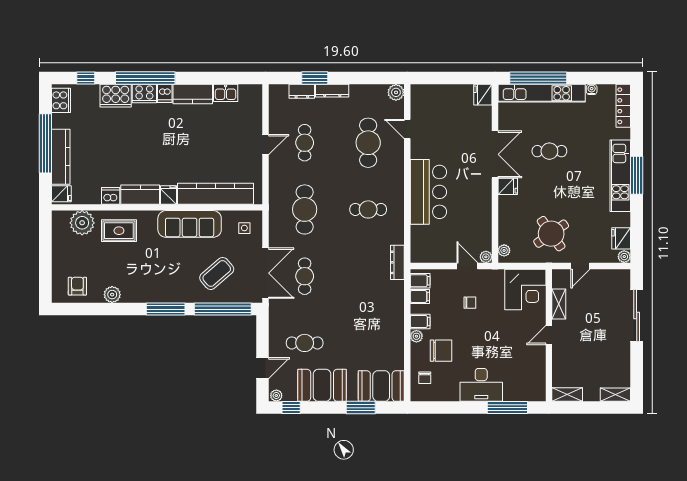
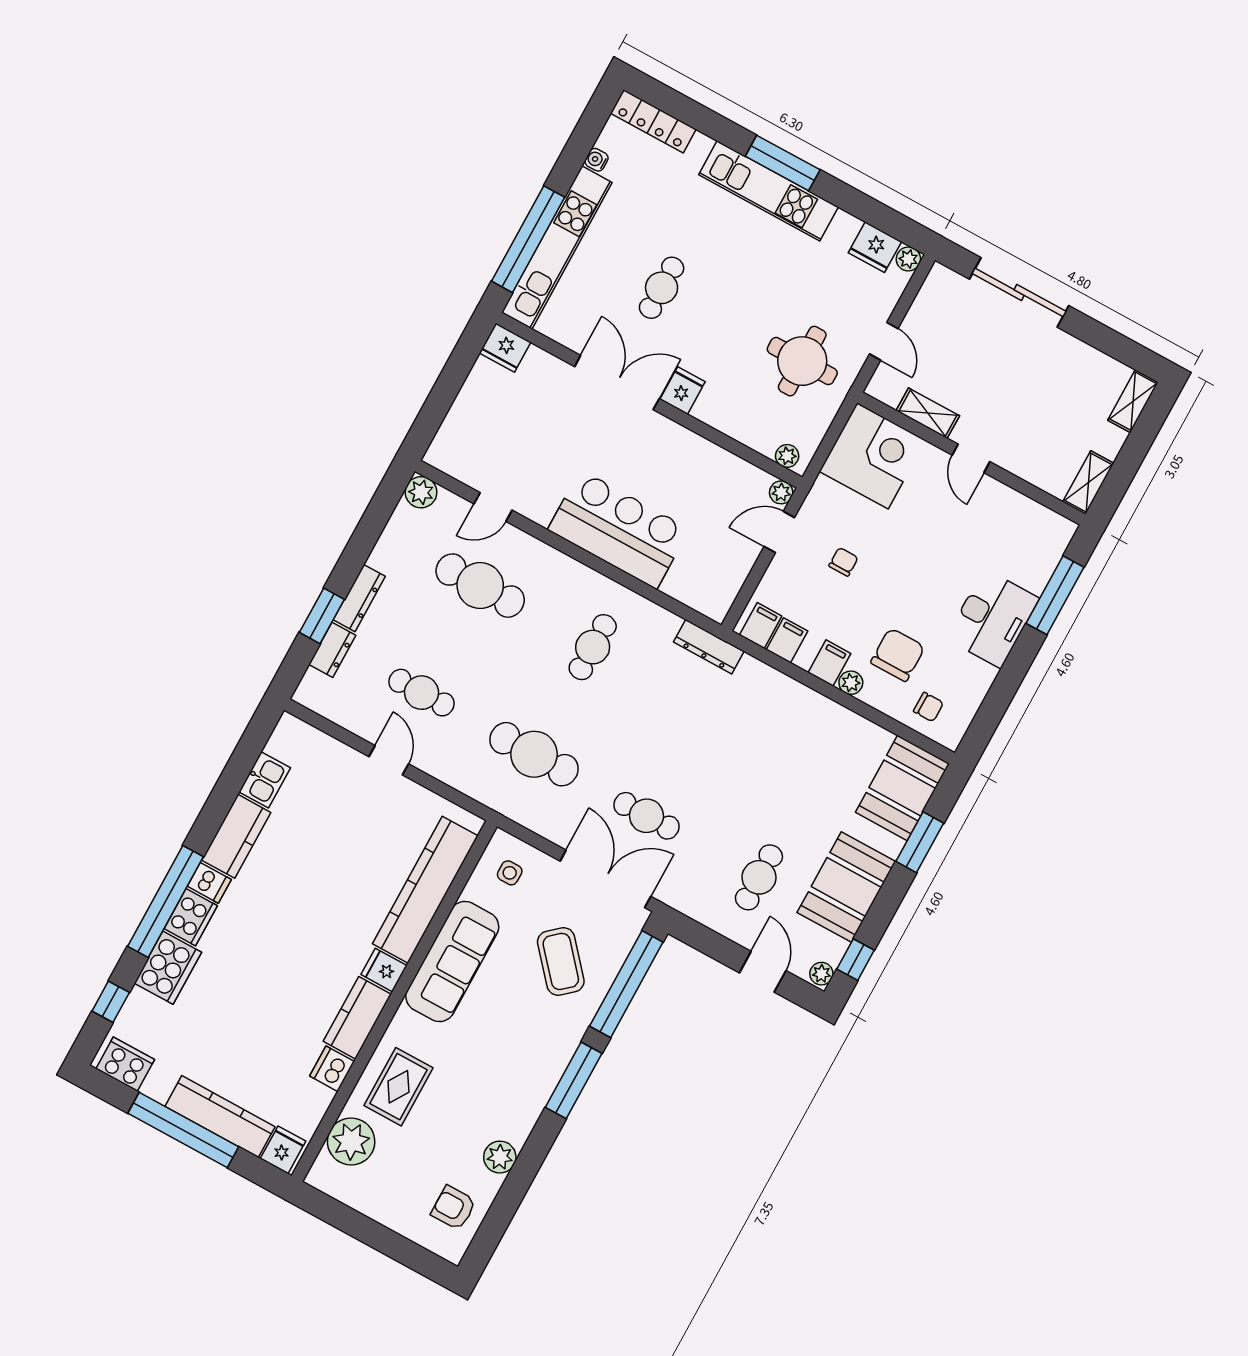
round table: (551, 234) -> (802, 361), turned 35

